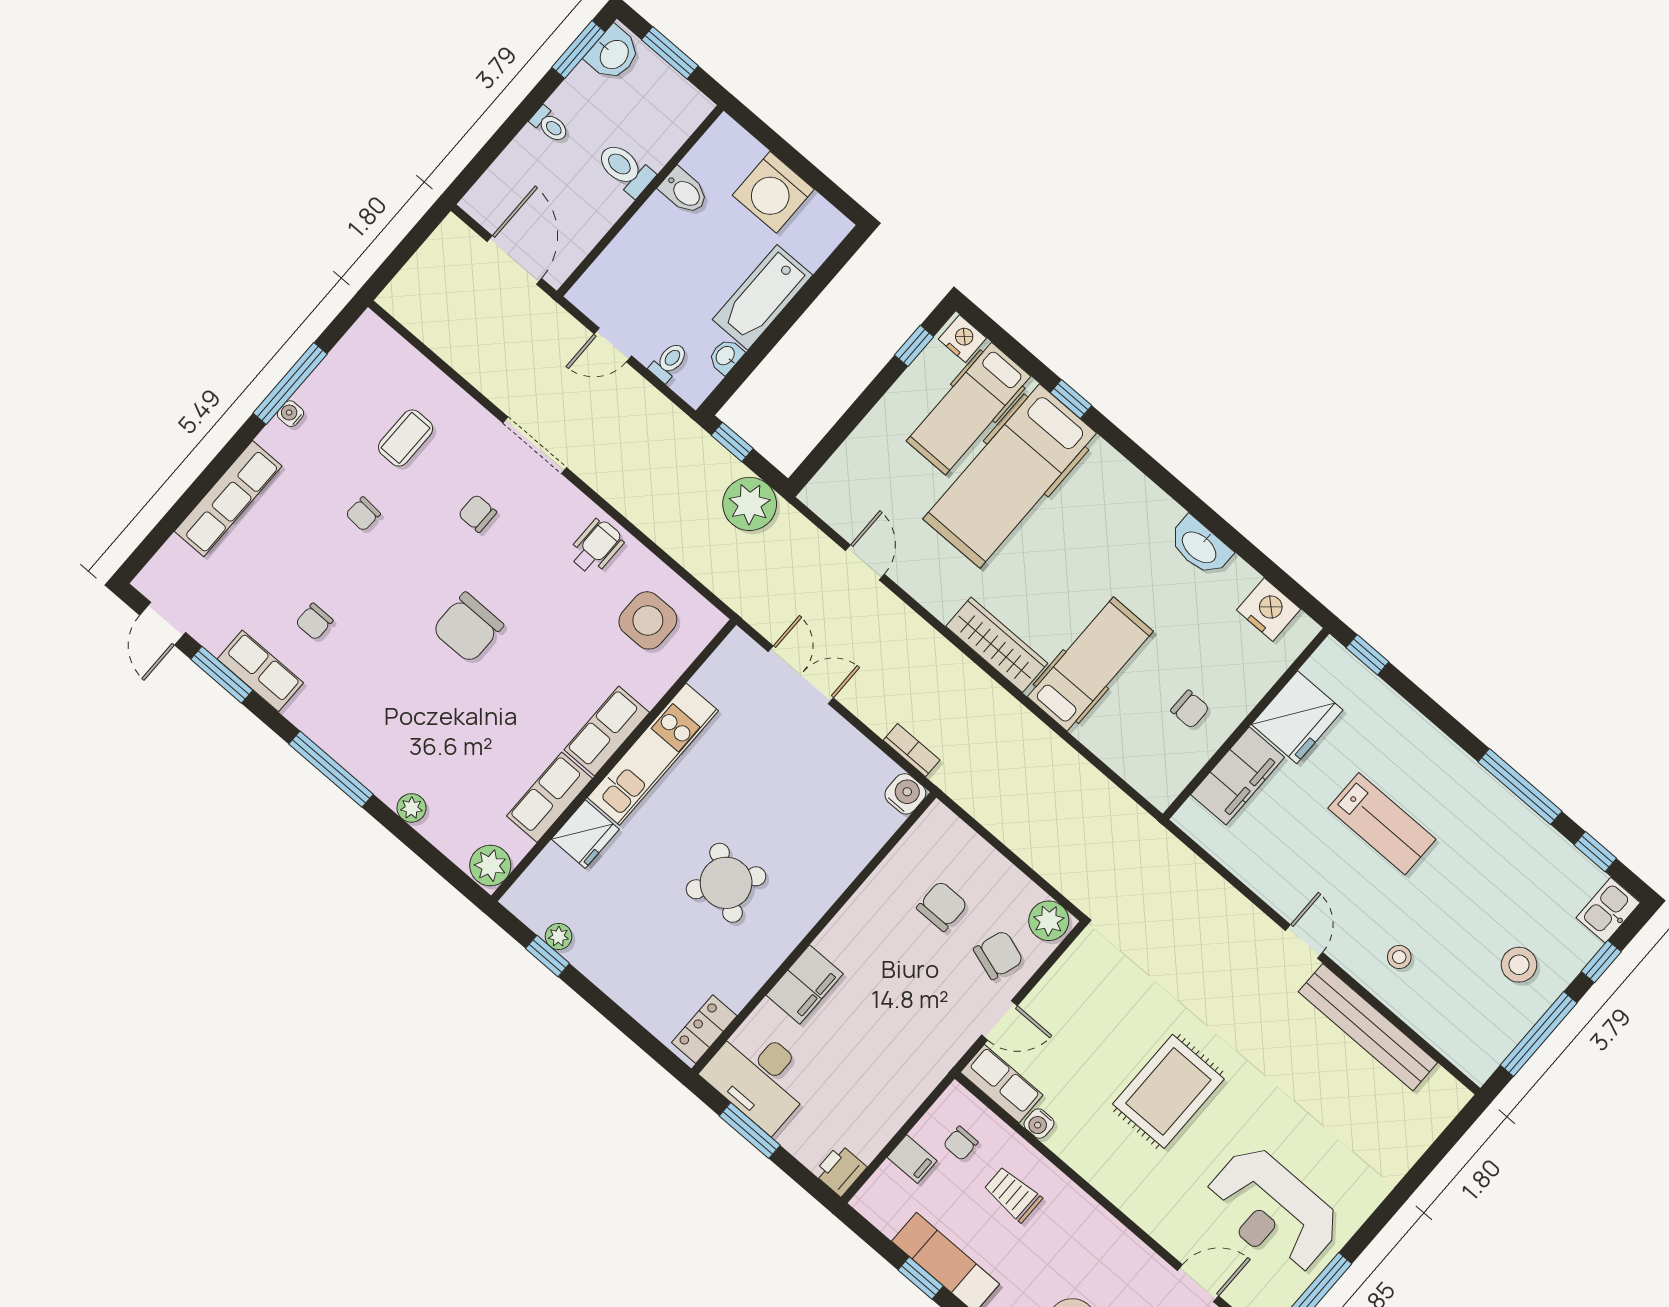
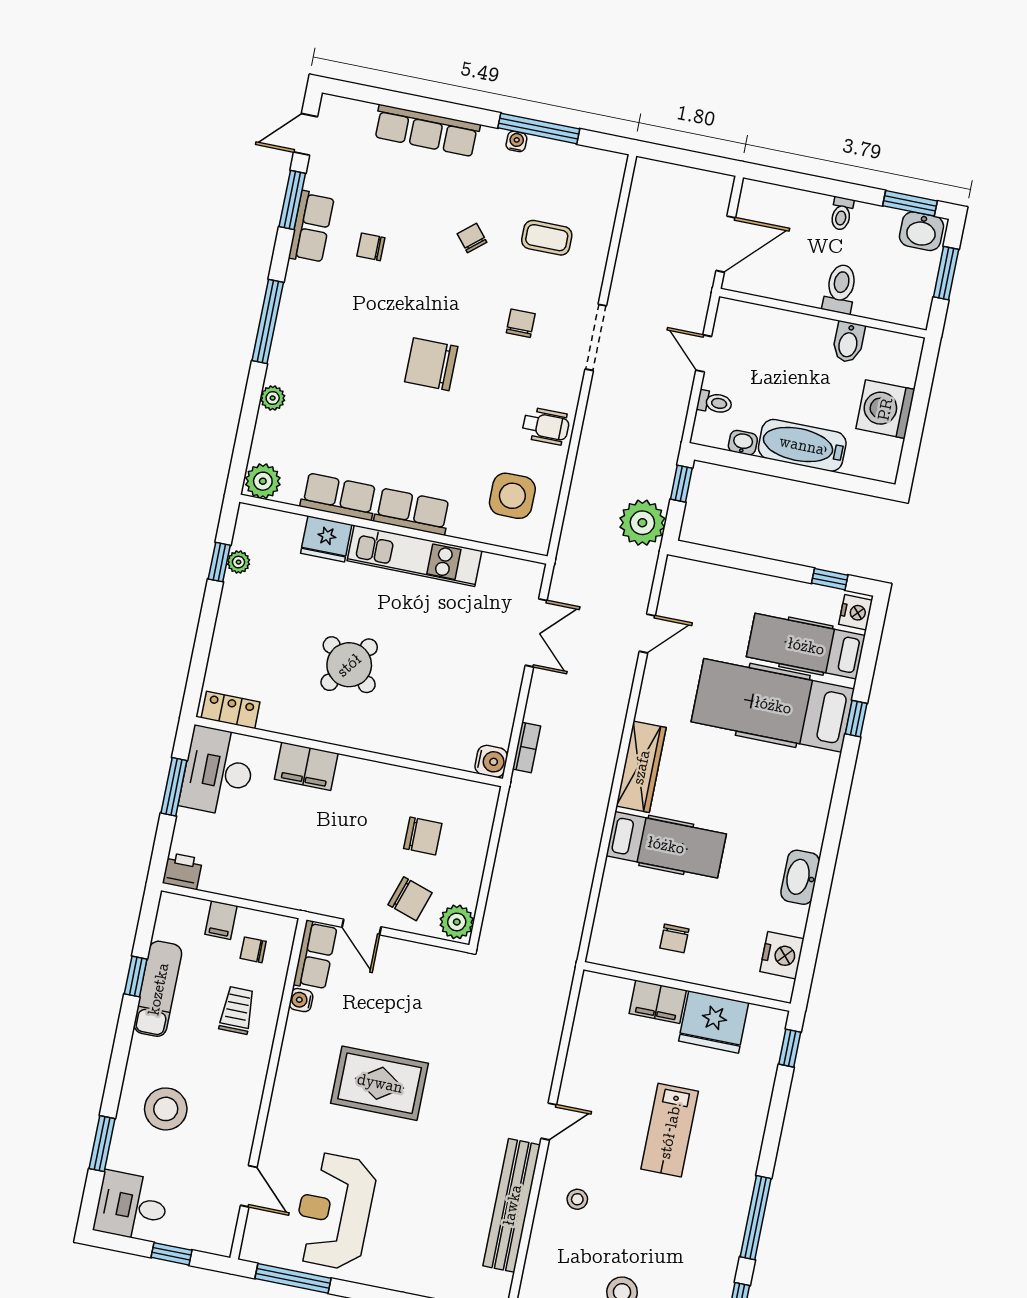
chair: (363, 514) -> (472, 238), turned 46
filing cabinet: (1238, 776) -> (658, 1002), width x0.67, depth x0.86

